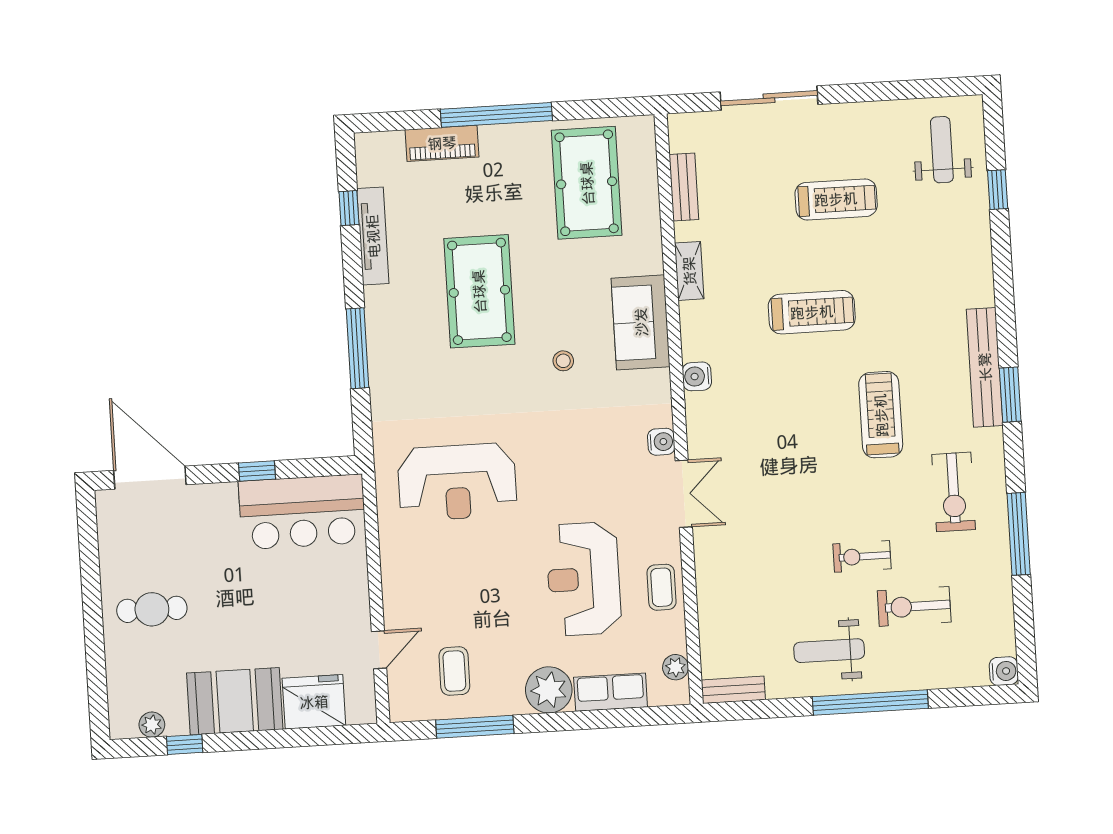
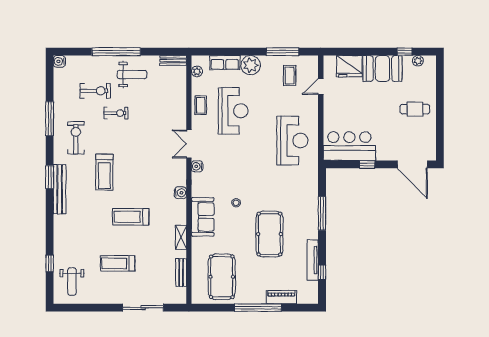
reception desk: (457, 482) -> (292, 141), moved, turned 90

